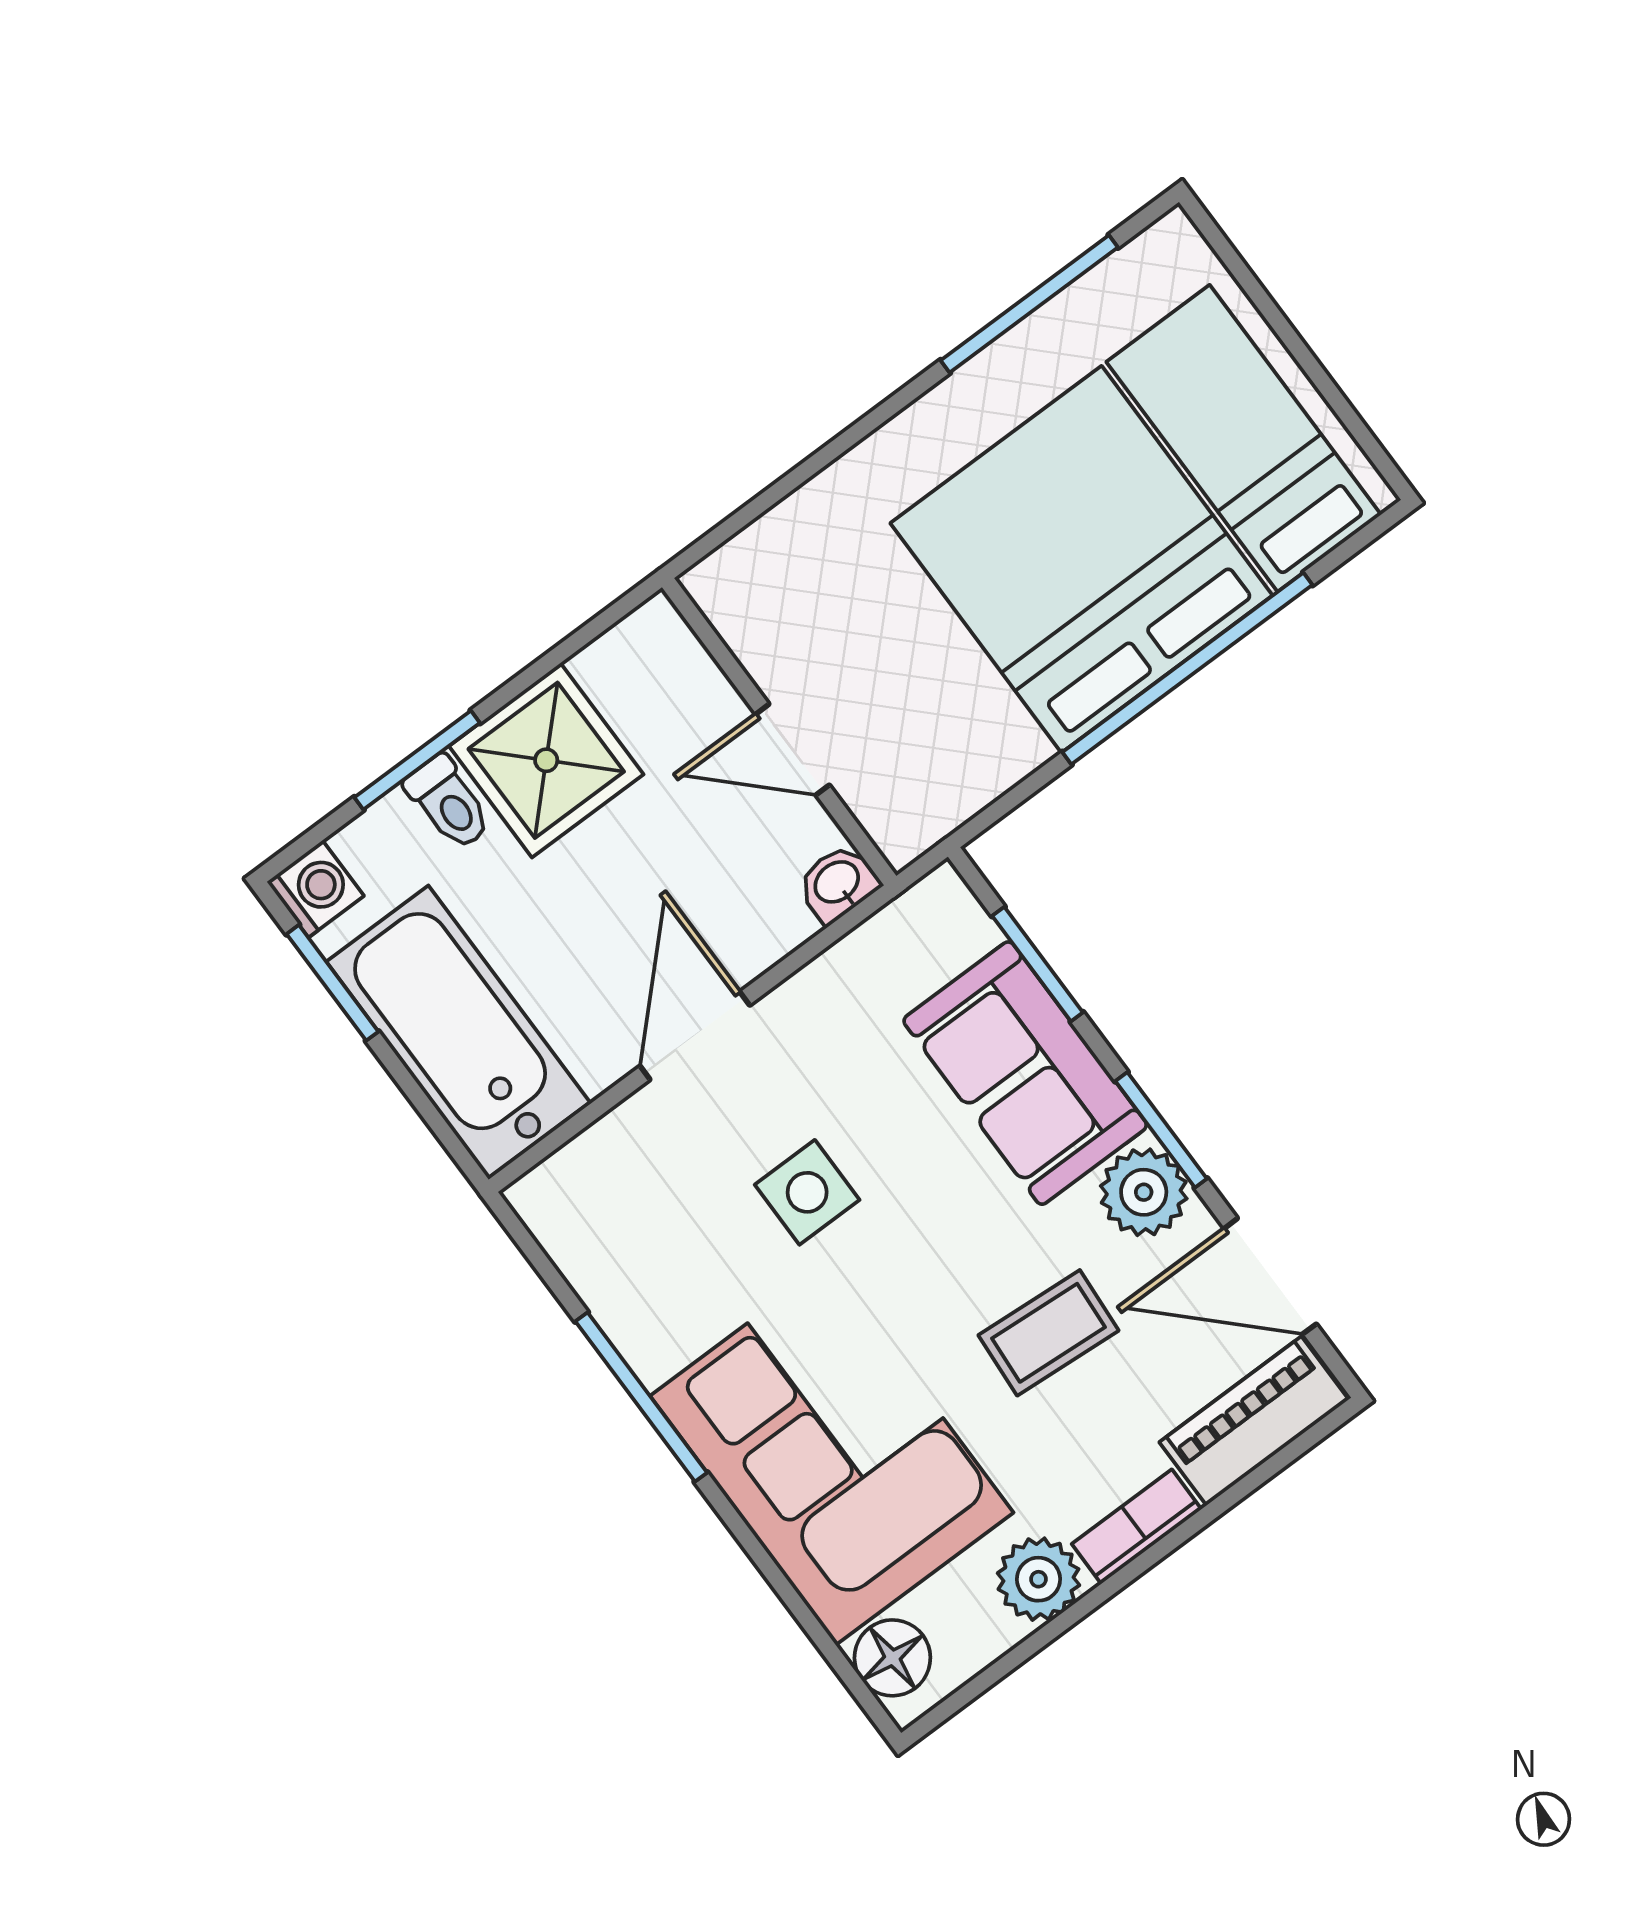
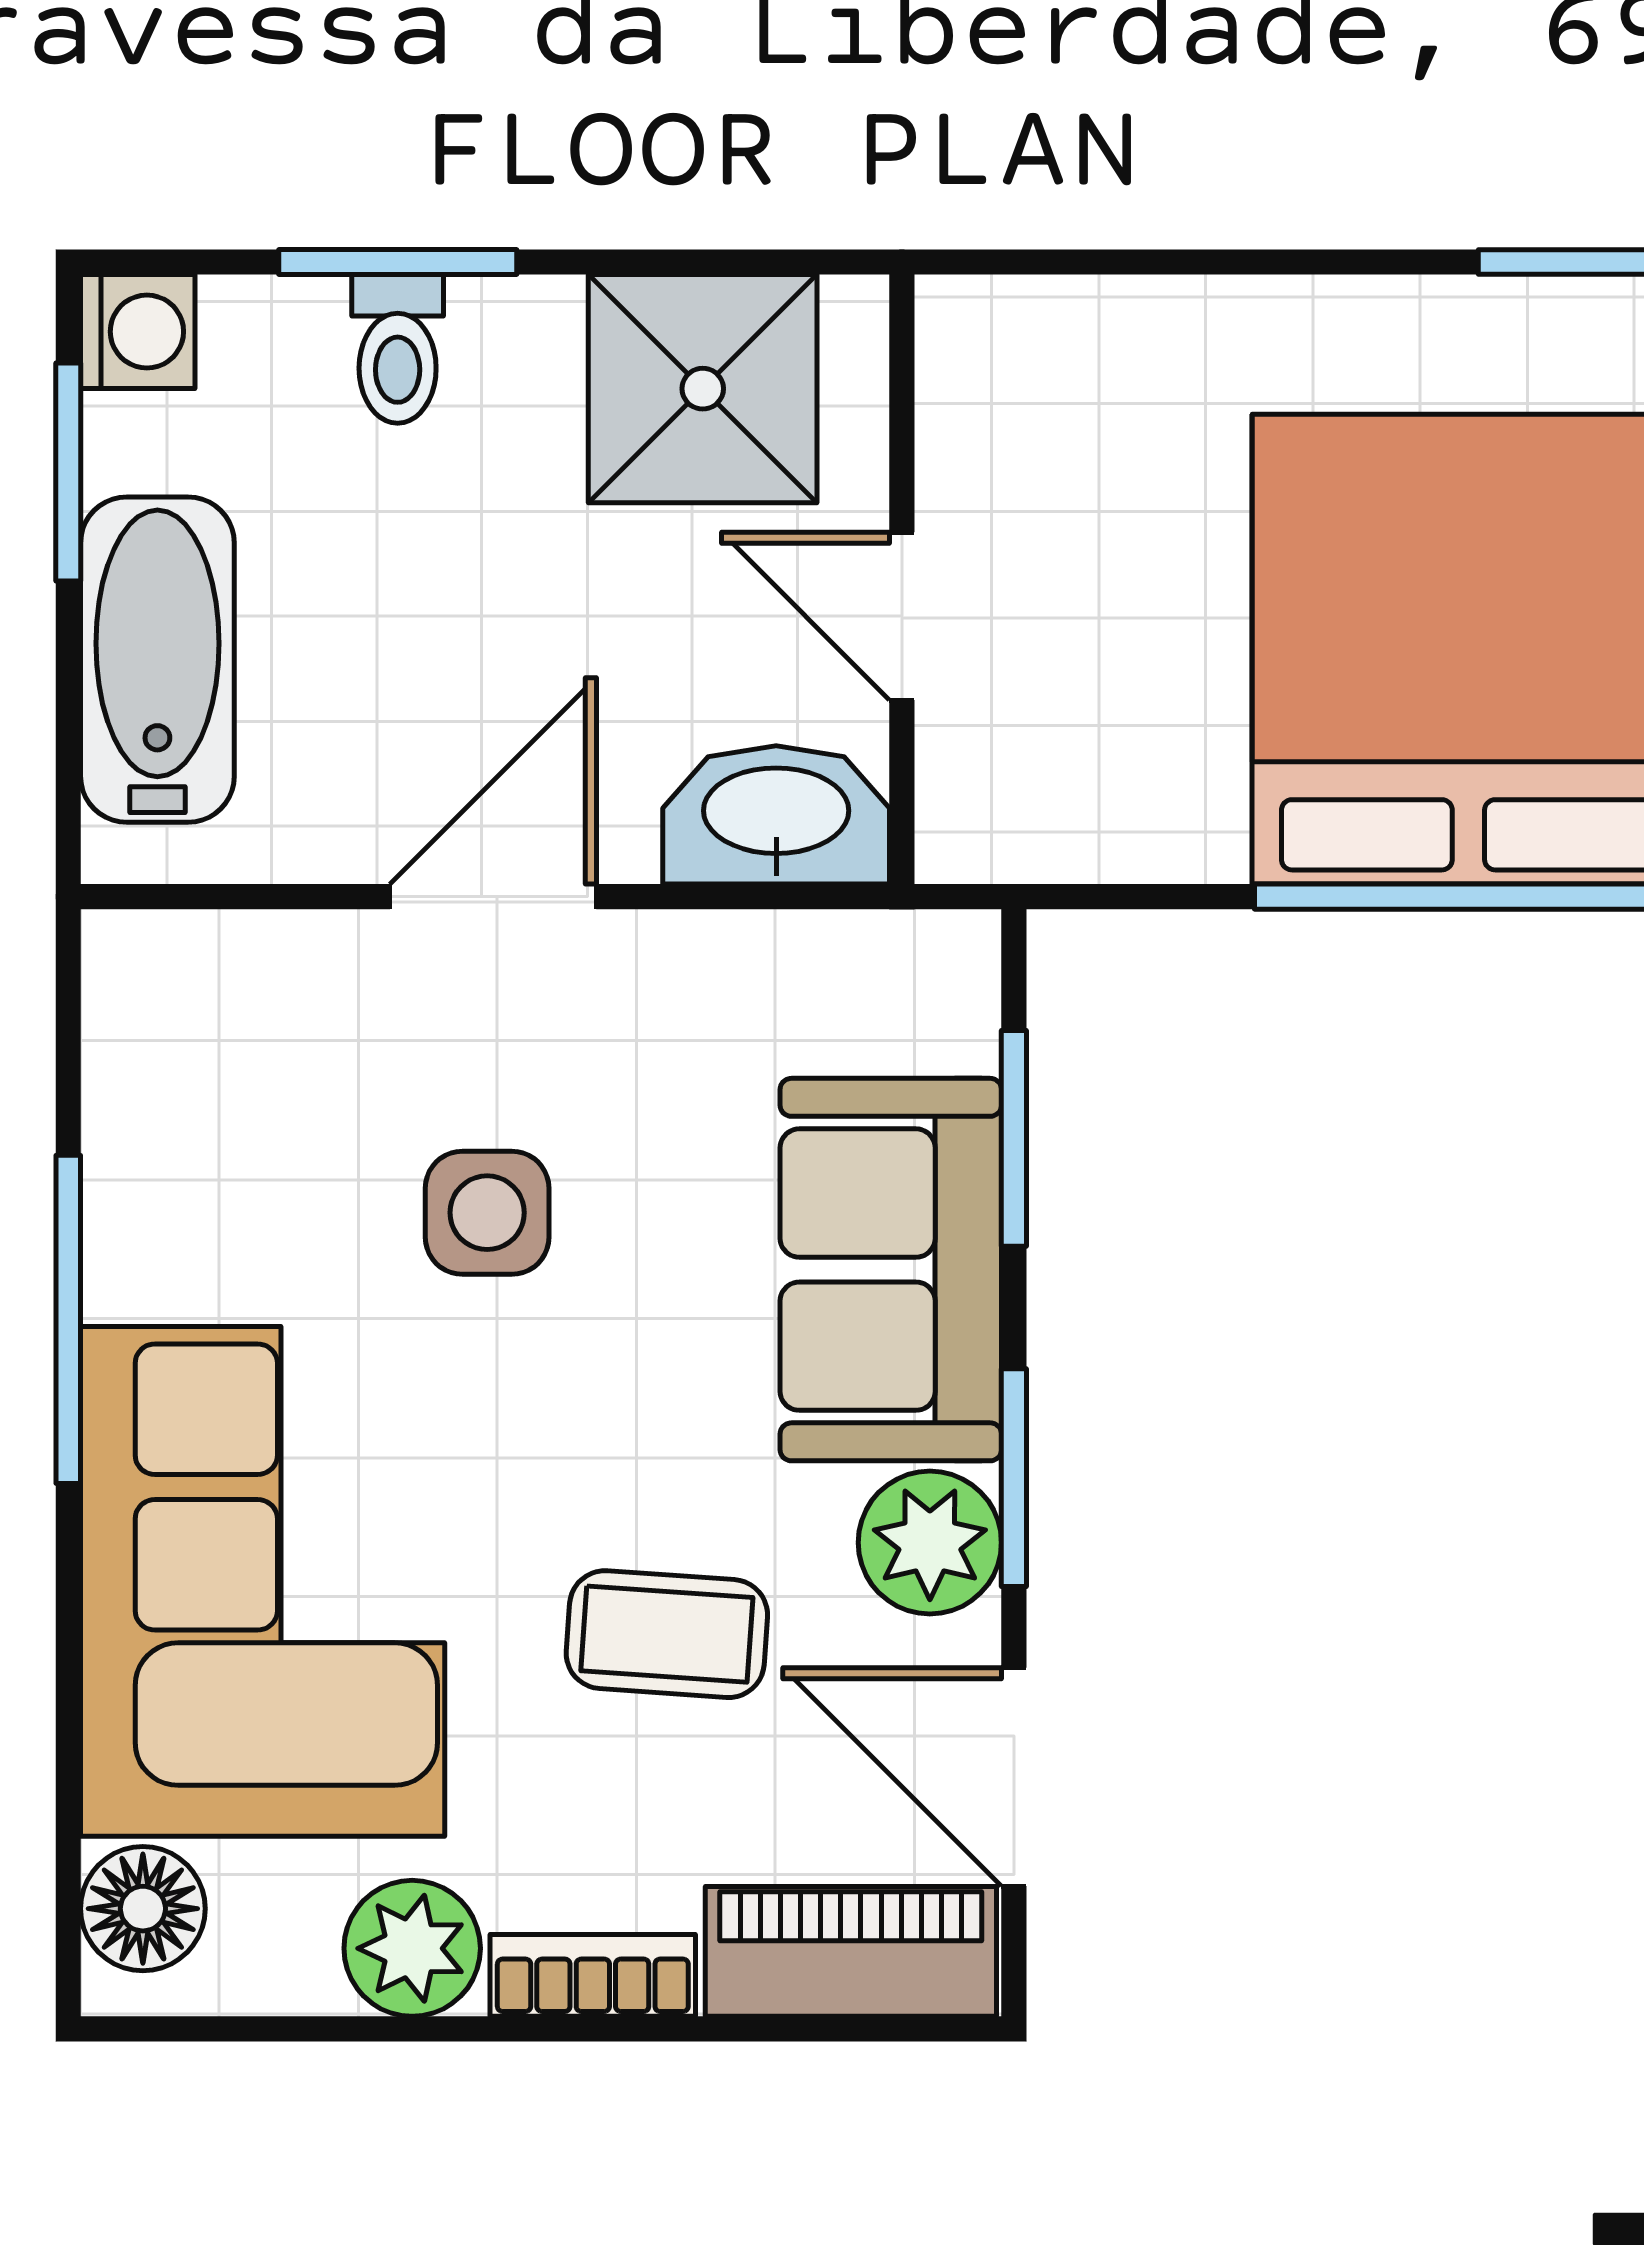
shower: (546, 760) -> (703, 389), moved
washbasin: (838, 883) -> (776, 815), width x1.91, depth x1.45
bathtub: (458, 1032) -> (157, 660), width x0.73, depth x0.73

